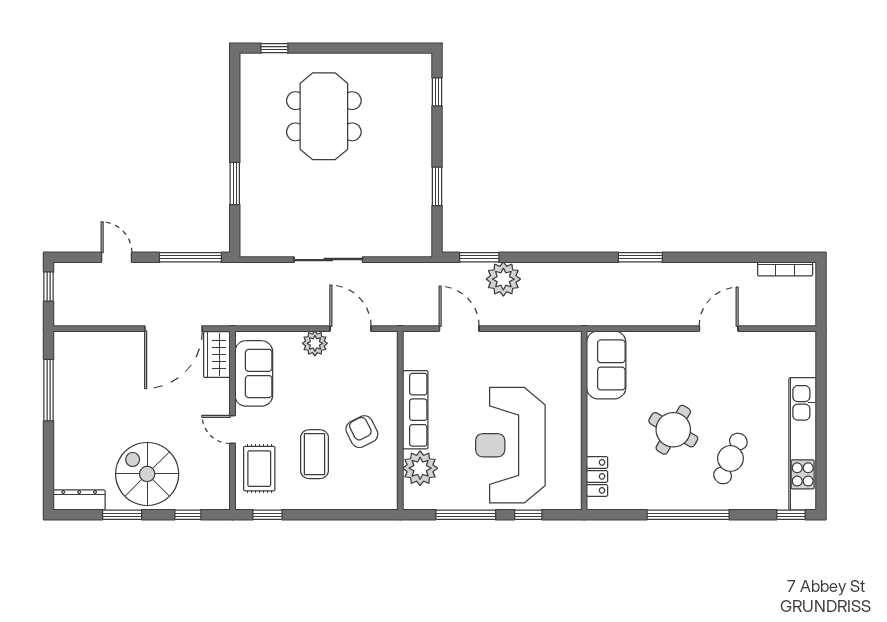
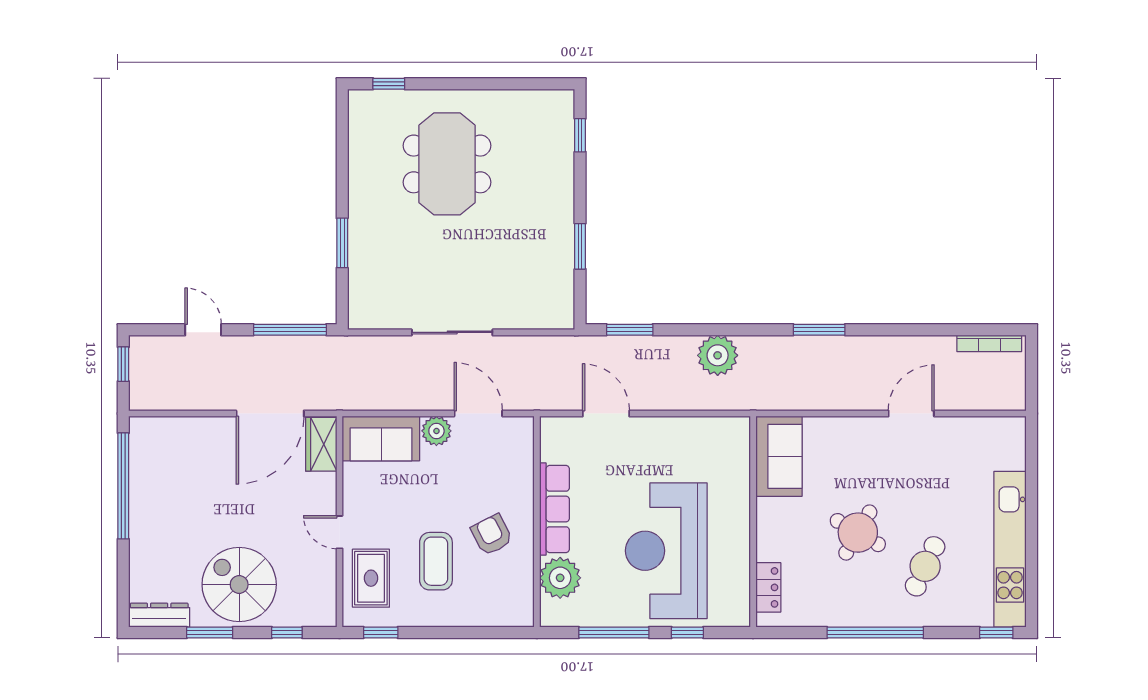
plant: (503, 279) -> (718, 355), moved
sofa: (254, 373) -> (381, 439), moved, turned 90
window: (49, 390) -> (123, 486), width x1.46

